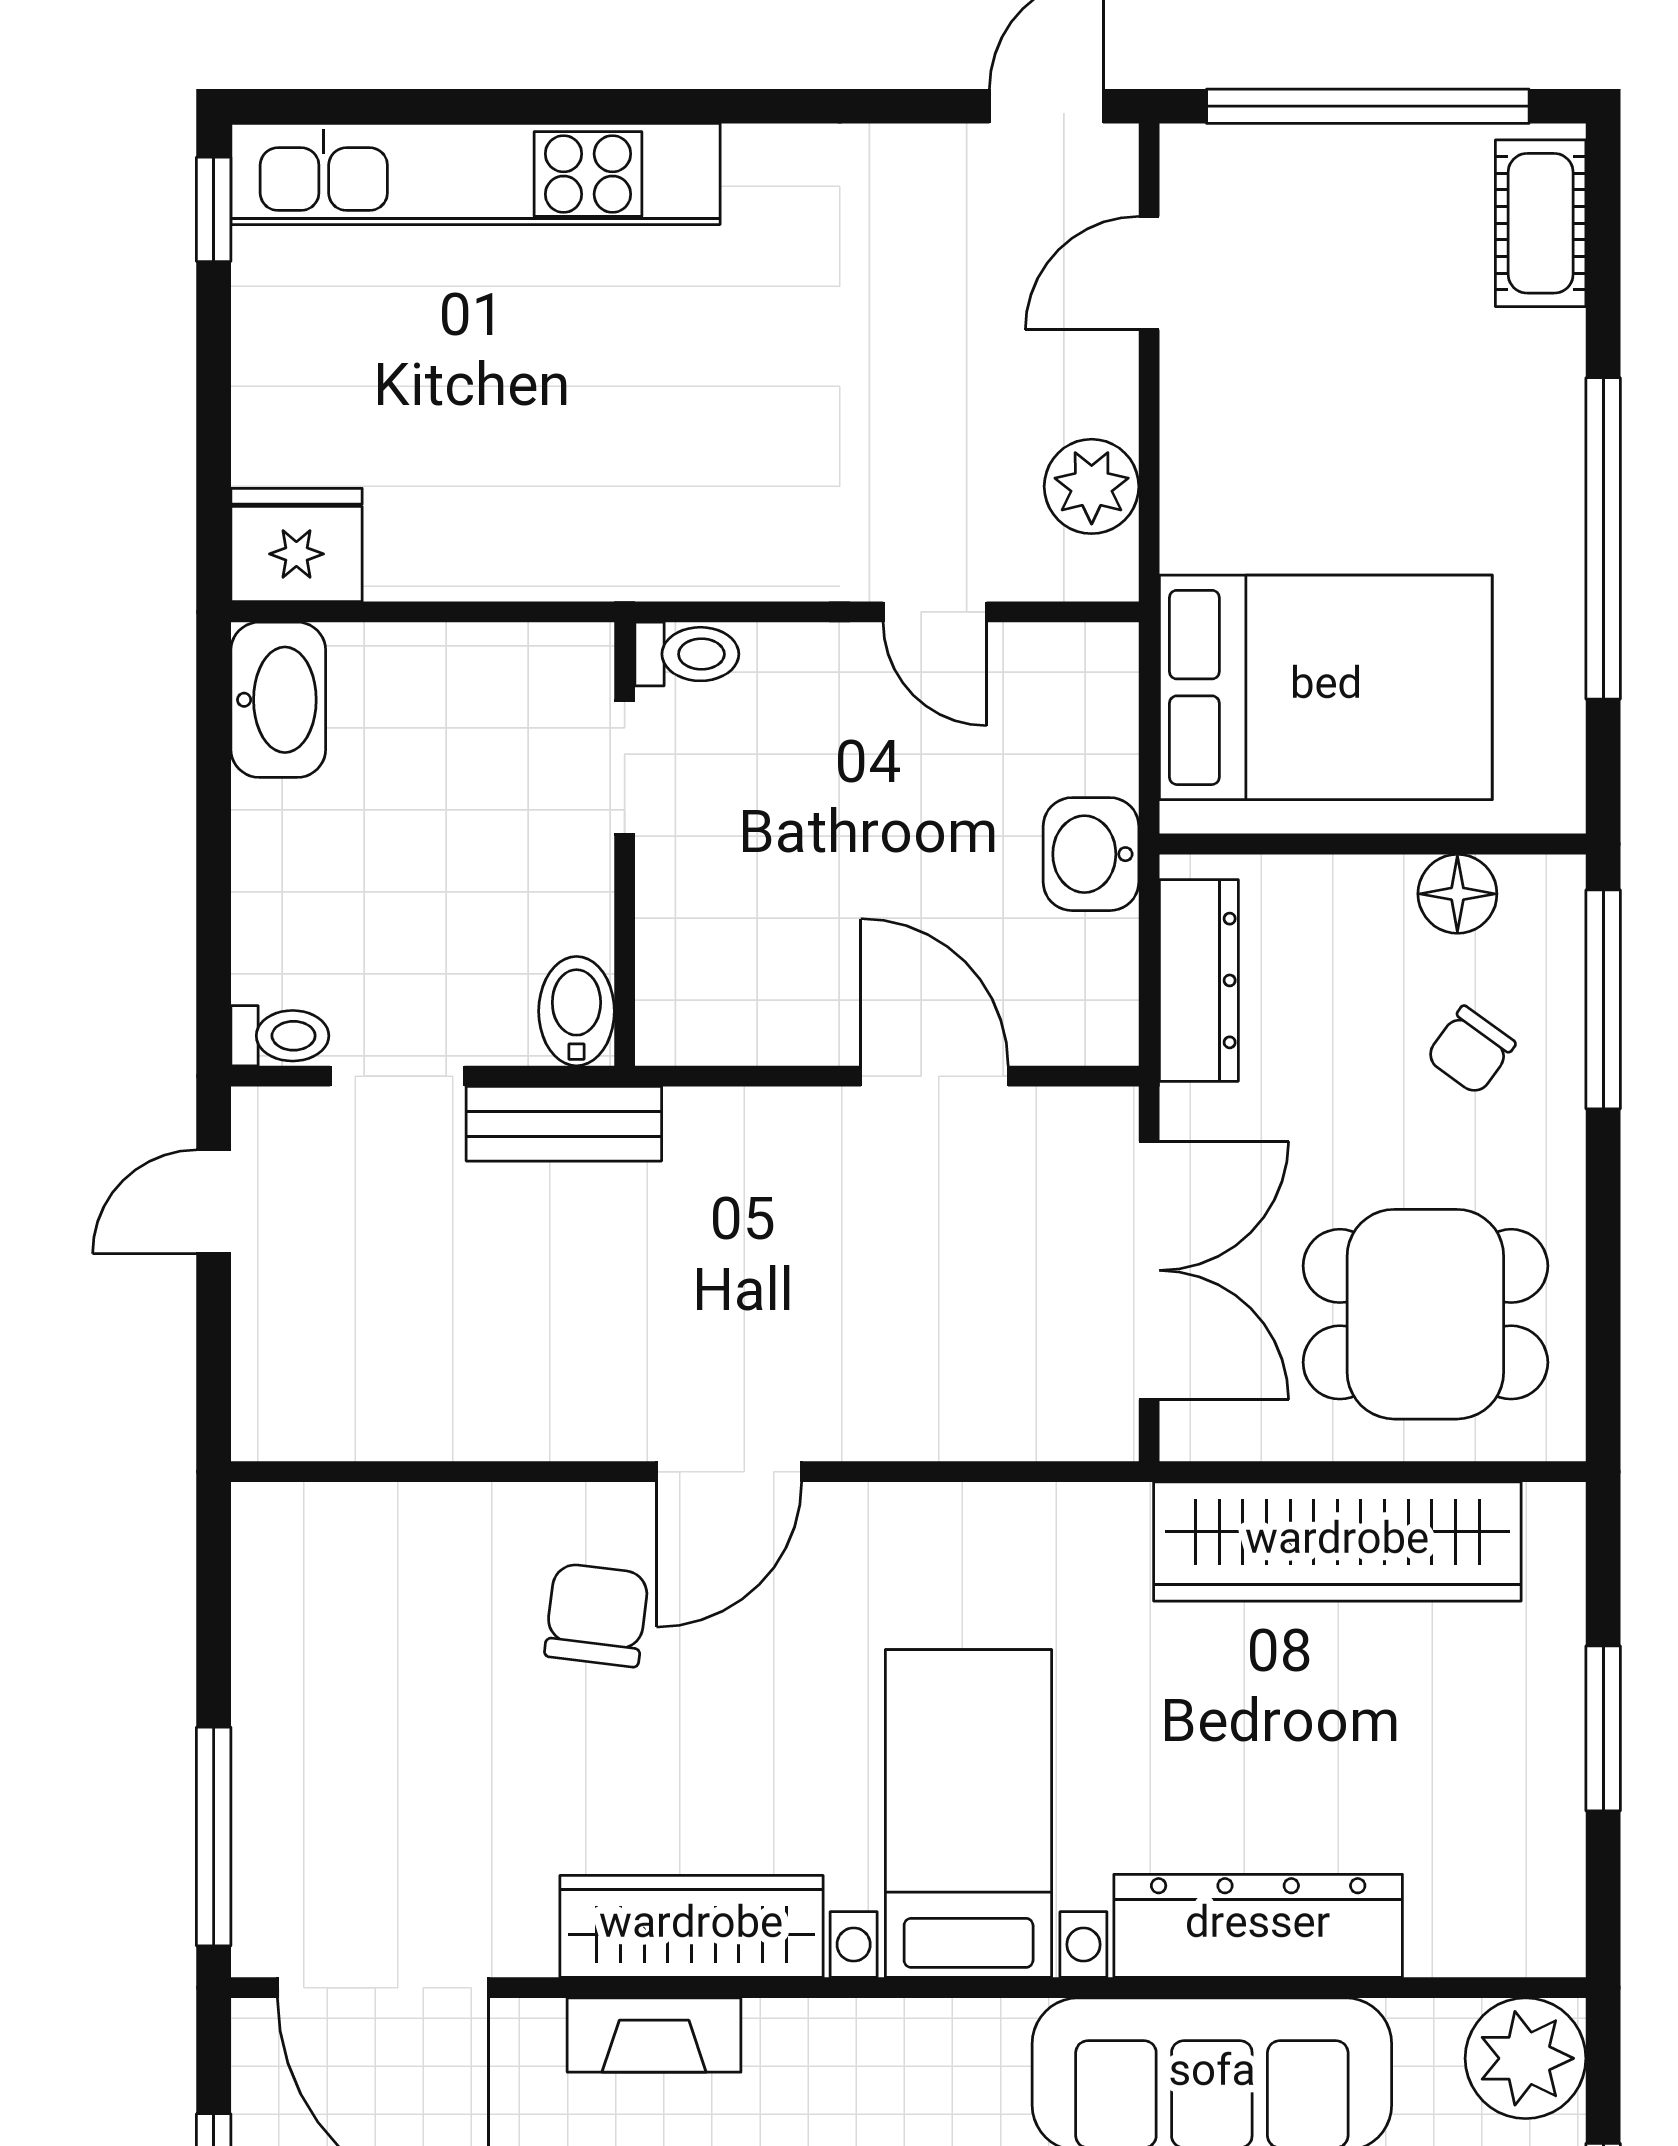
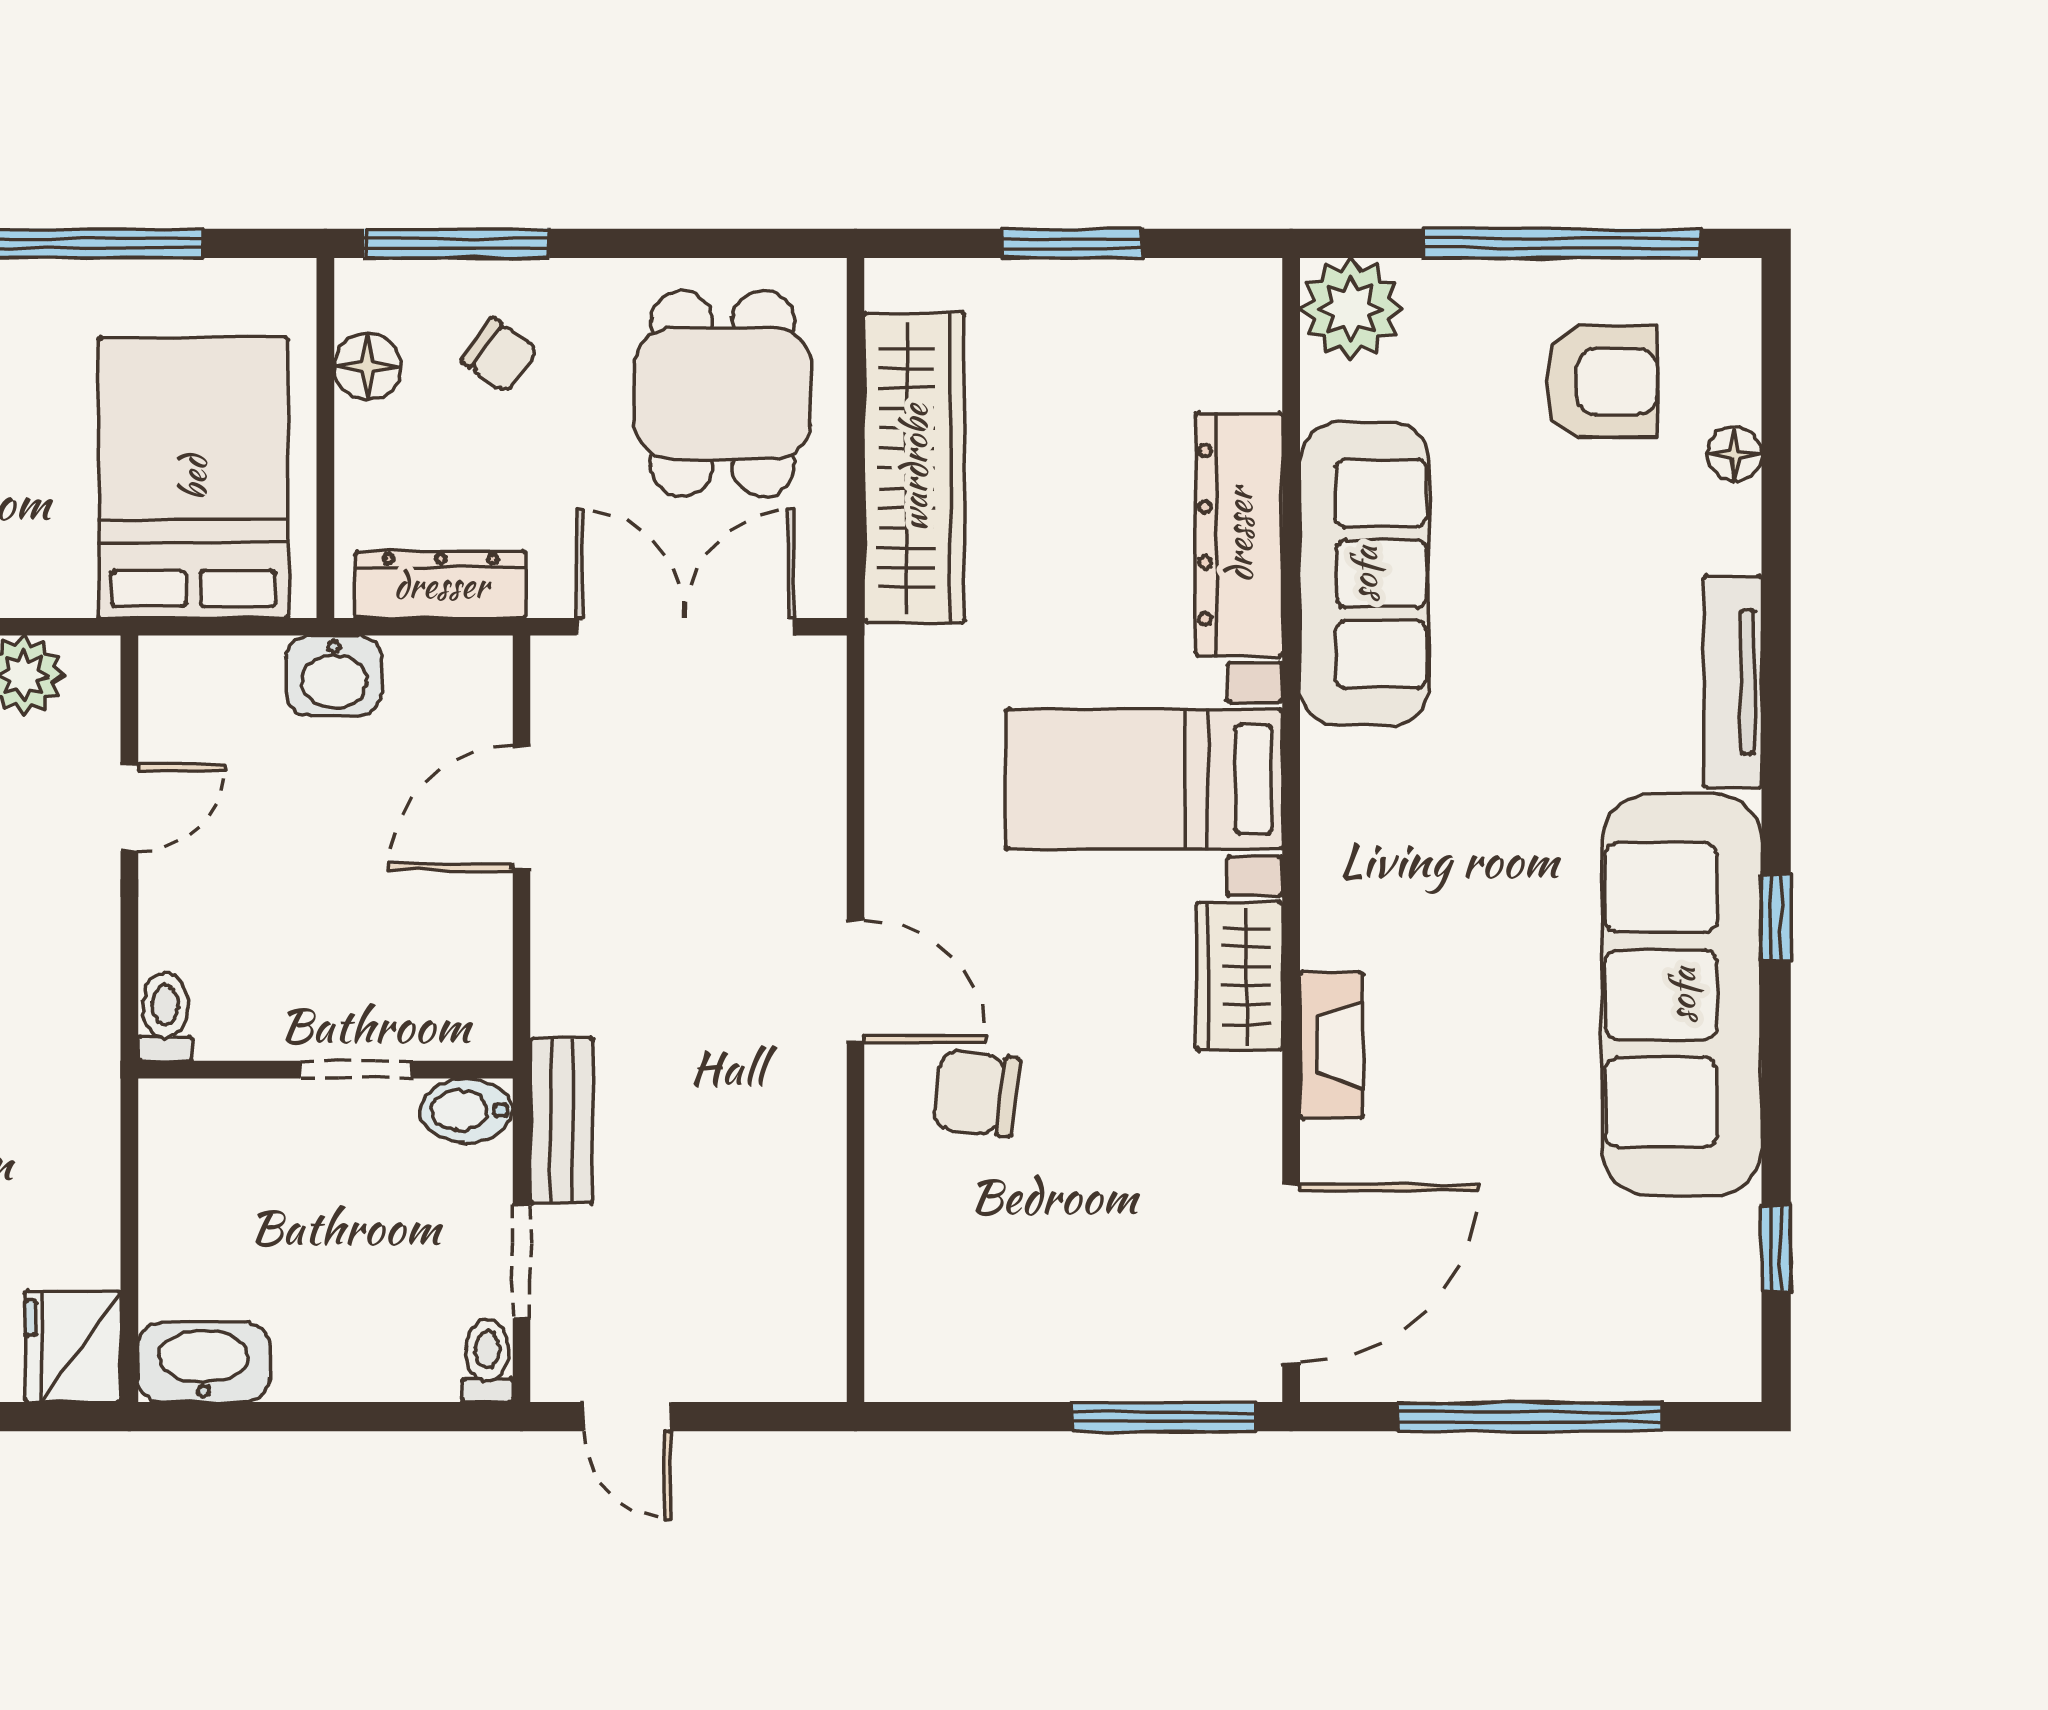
doorway: (625, 768) -> (356, 1070), moved
wardrobe: (691, 1926) -> (1239, 976), width x0.67

